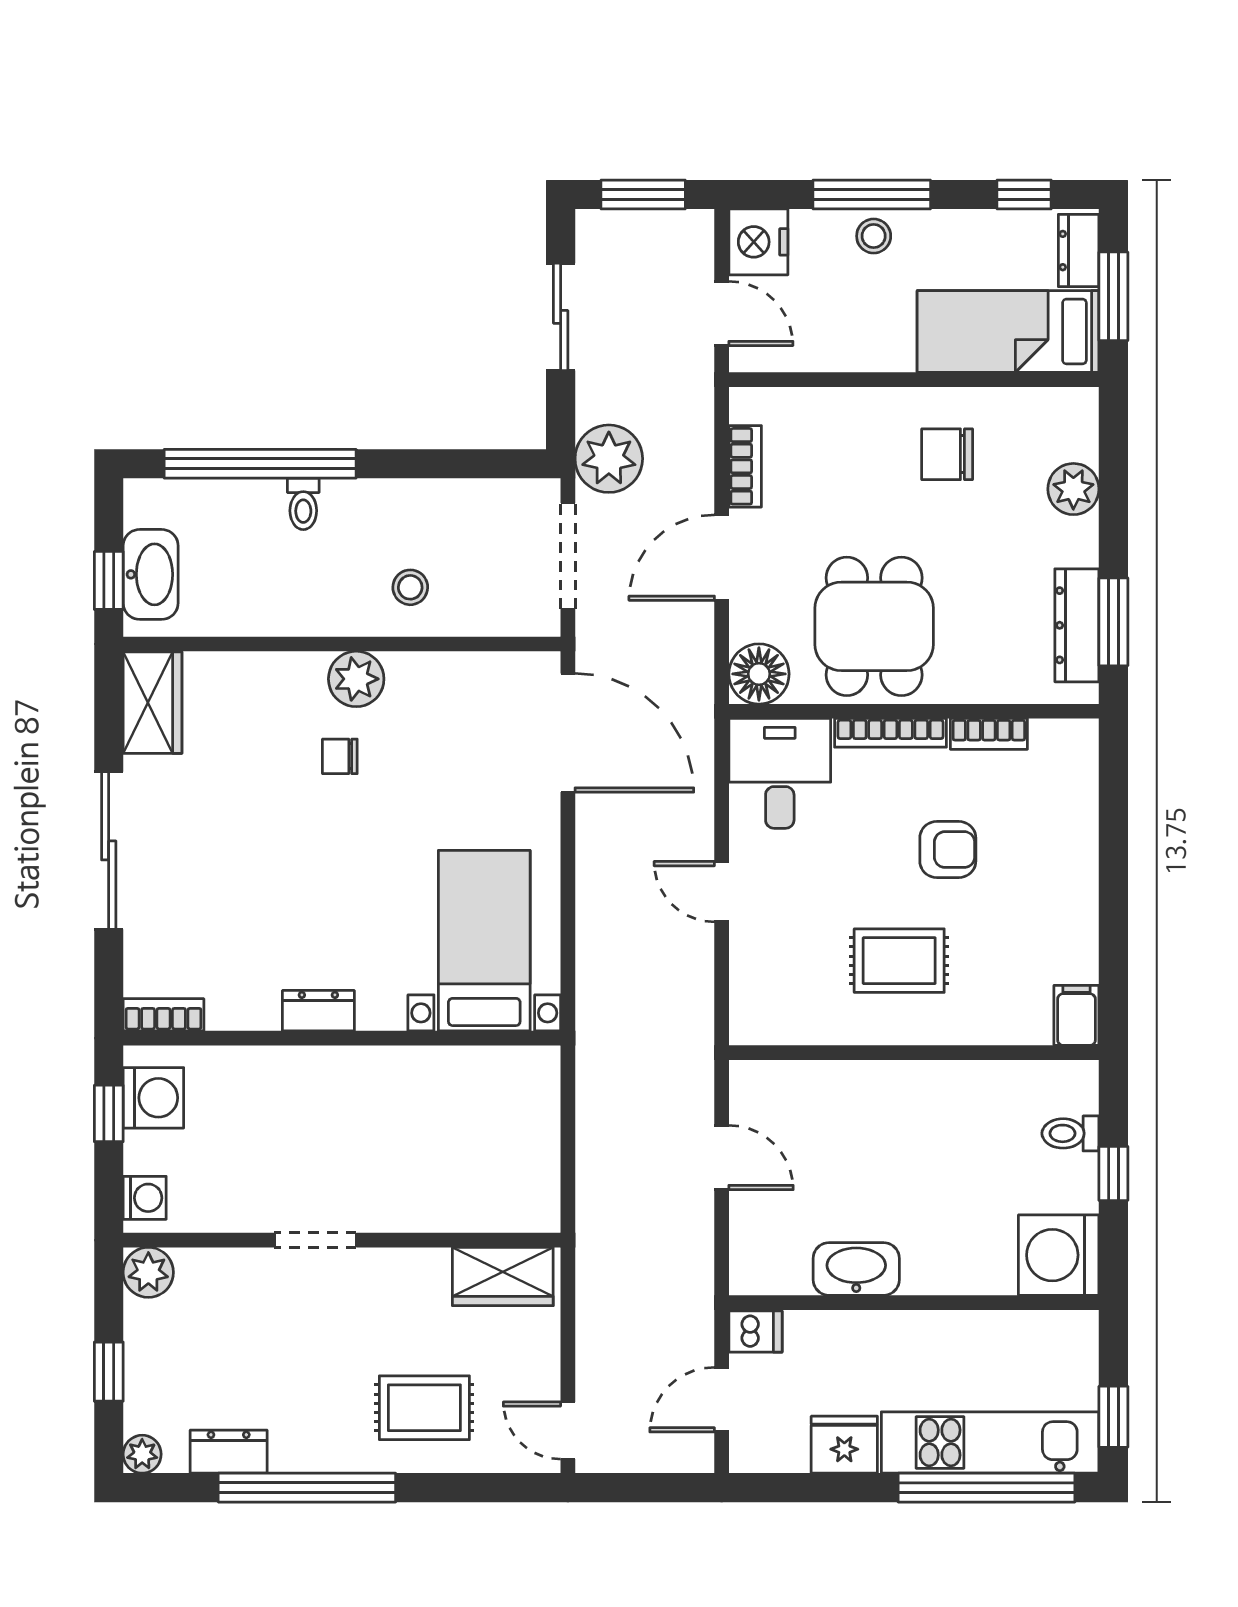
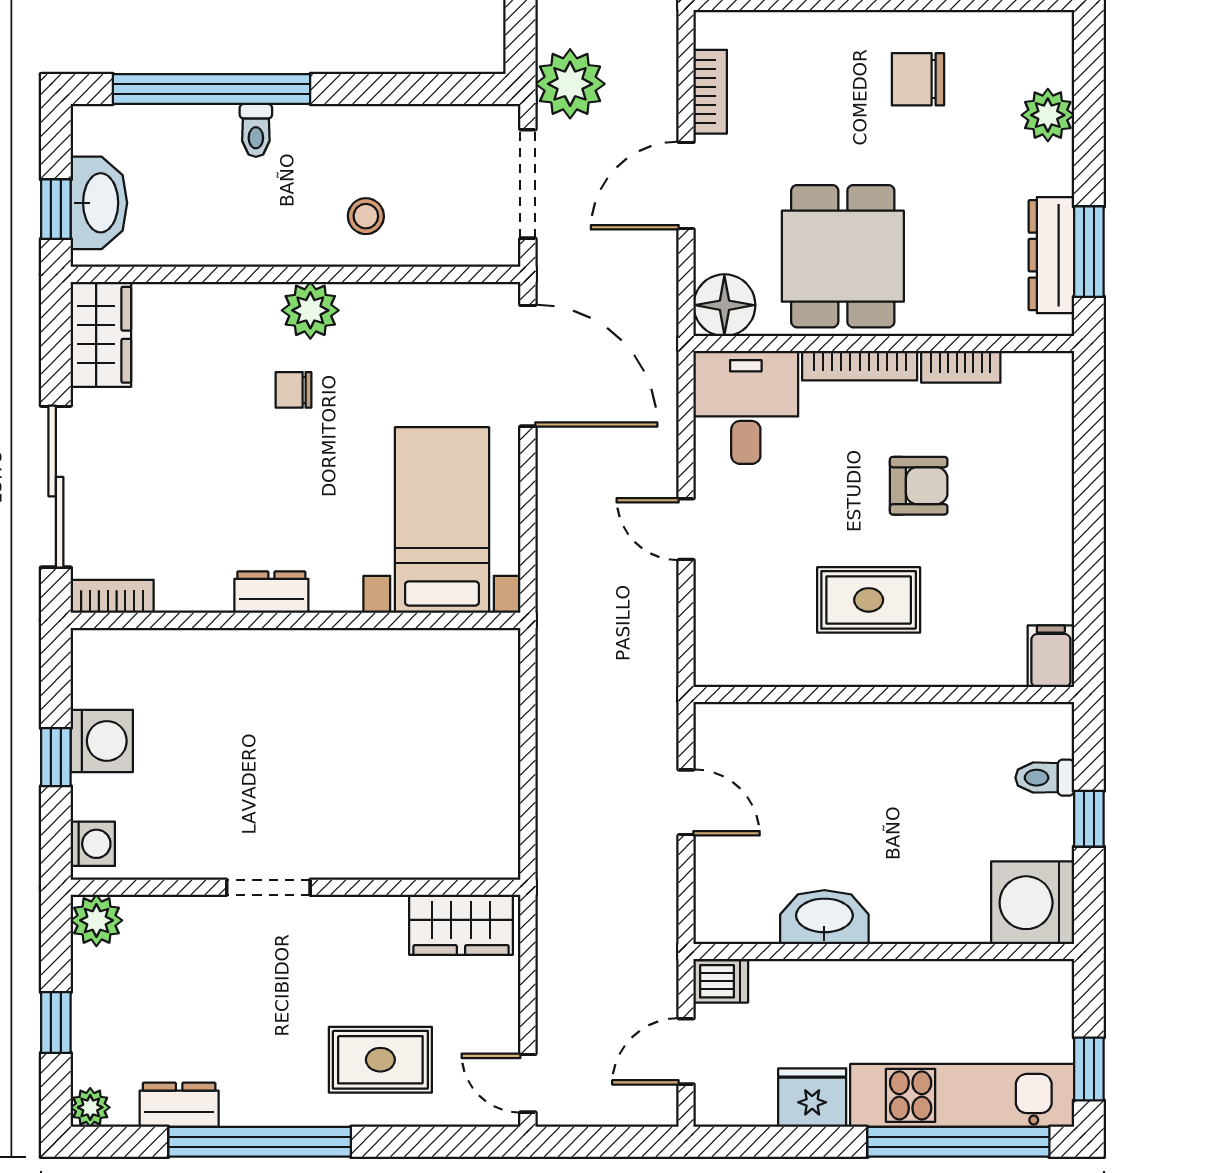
bed with nightstands: (484, 941) -> (442, 520), moved
dresser: (318, 1011) -> (271, 592), moved
bookcase: (164, 1015) -> (112, 596), moved
wall: (342, 1038) -> (296, 620), moved

